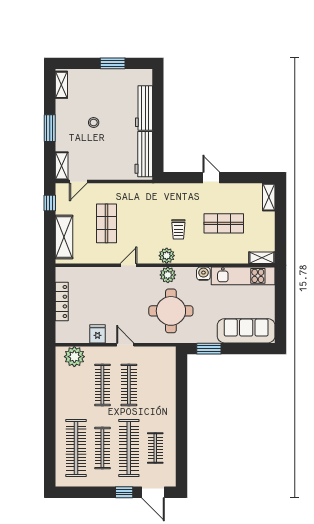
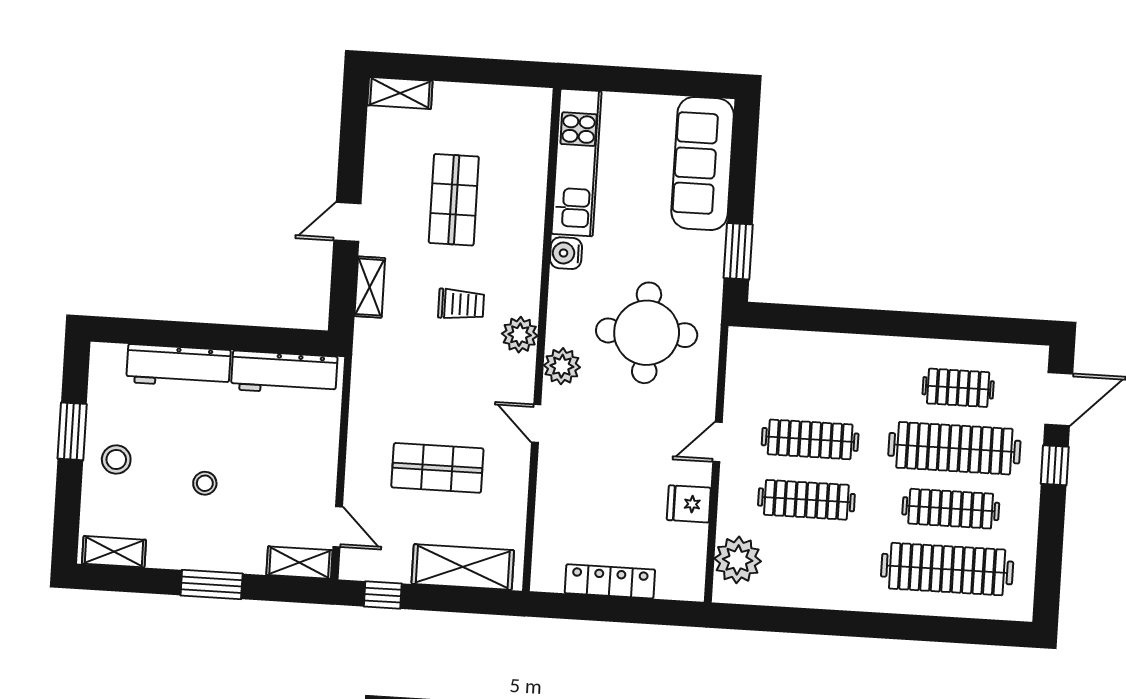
stool: (102, 83) -> (116, 460), added
shelving: (262, 258) -> (370, 287), moved
plant: (168, 275) -> (562, 366), moved

